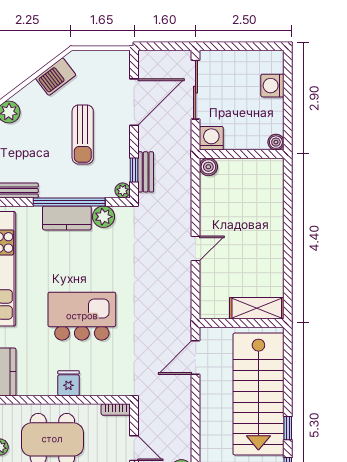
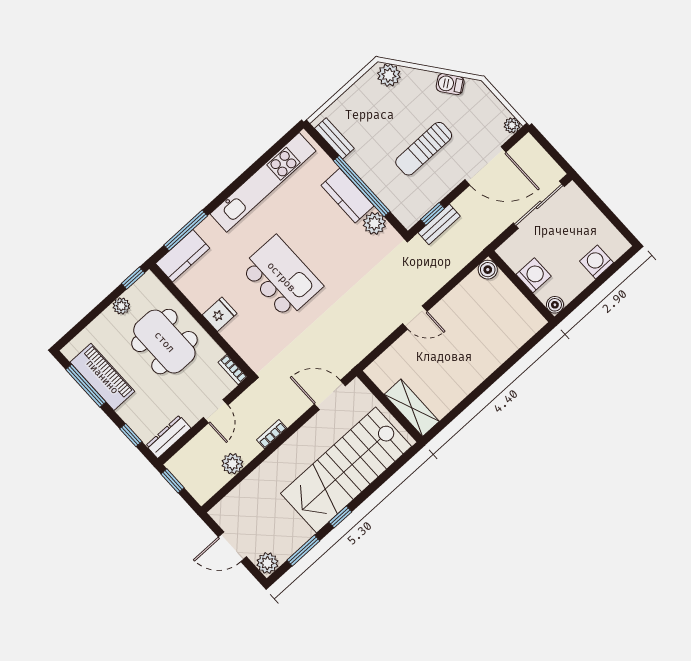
barbecue: (56, 77) -> (450, 84), width x0.73, depth x0.79
washing machine: (211, 138) -> (534, 275), moved
plant: (123, 190) -> (512, 125), moved
bookcase: (186, 423) -> (272, 434), added

